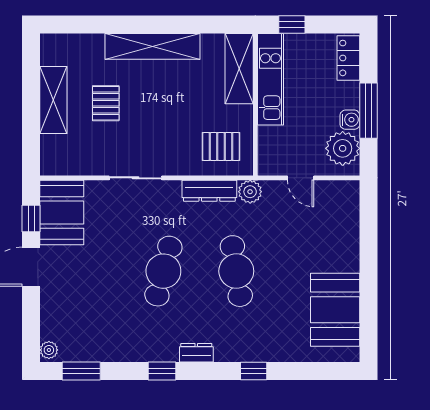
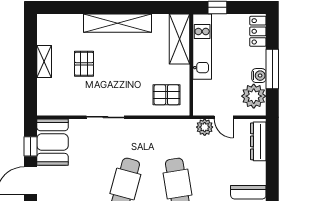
shelving: (53, 100) -> (44, 61), width x0.67, depth x0.75
dresser: (209, 191) -> (258, 141), moved, turned 90
plant: (250, 192) -> (205, 127), moved

